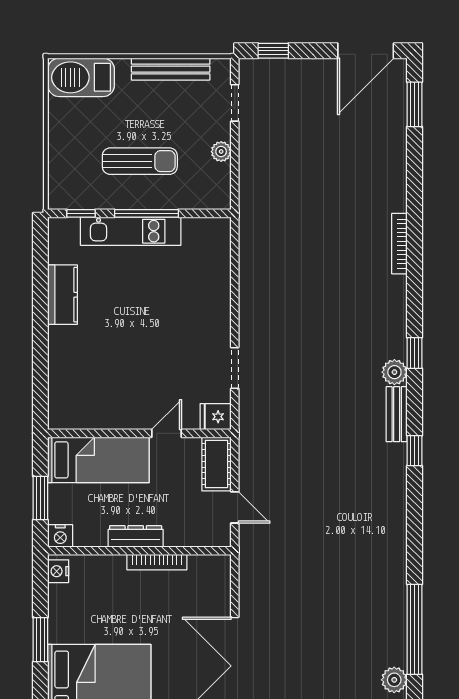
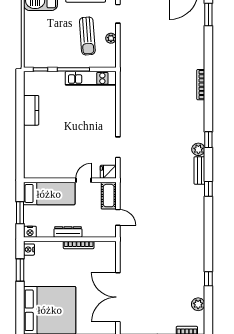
sun lounger: (140, 161) -> (87, 36), moved, turned 86
kitchen unit: (131, 231) -> (91, 78), moved
window: (414, 629) -> (208, 279), width x0.32
window: (40, 640) -> (20, 270), moved

